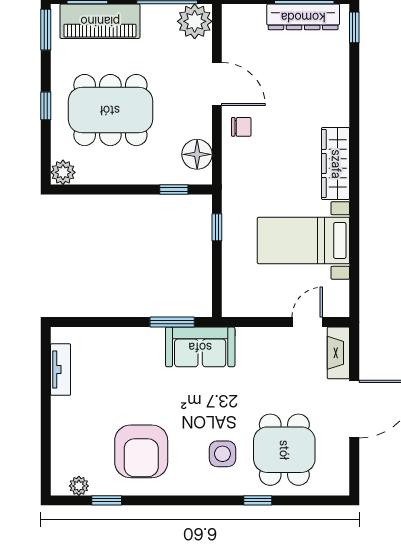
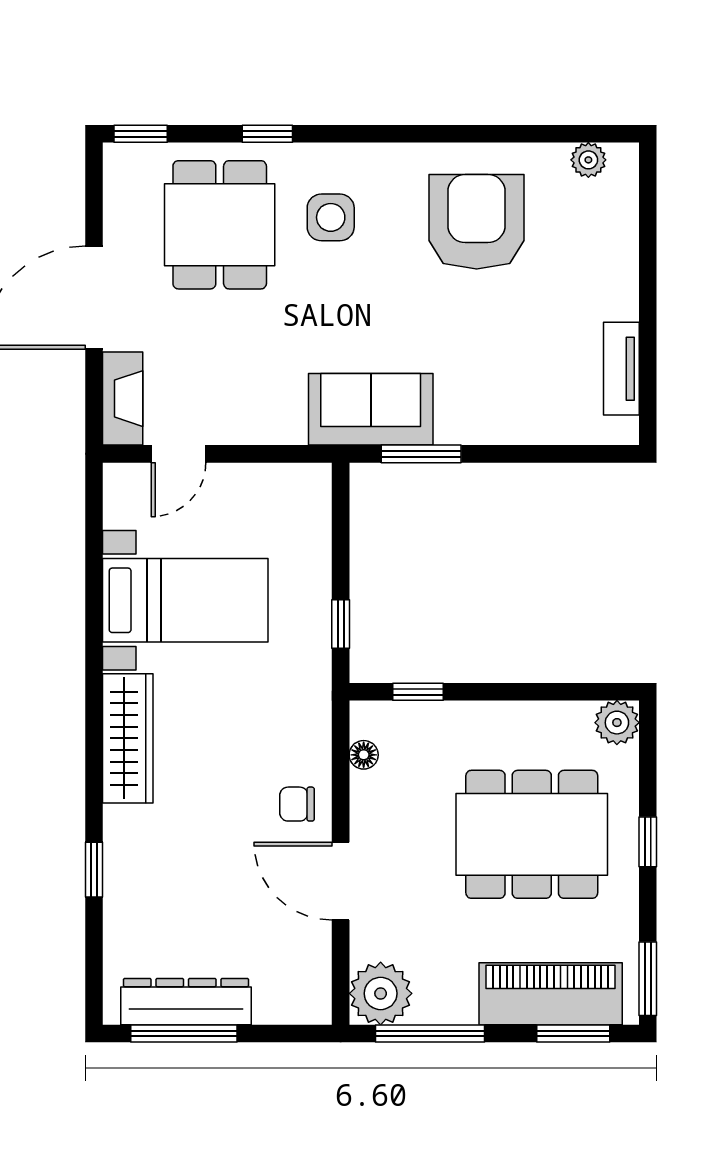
window: (354, 27) -> (94, 870), moved
floor lamp: (197, 154) -> (364, 755), width x0.53, depth x0.53
window: (107, 500) -> (141, 134), moved

